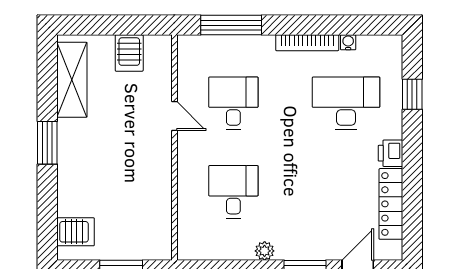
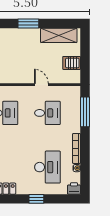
window: (412, 94) -> (36, 199), moved
door: (174, 116) -> (41, 85), swing flipped
printer: (390, 153) -> (74, 188), moved

